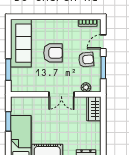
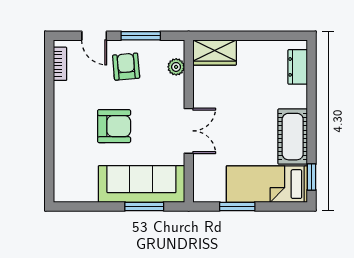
sofa: (21, 43) -> (141, 184), moved
armchair: (53, 53) -> (114, 126), turned 90
double door: (61, 94) -> (189, 131), moved

